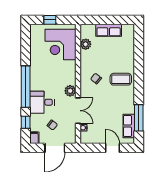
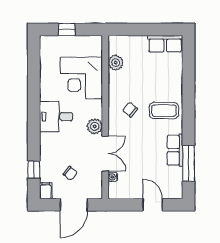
row of seats: (109, 30) -> (165, 44), moved
corner desk: (60, 44) -> (81, 78), moved
window: (26, 87) -> (34, 121), removed
desk: (42, 102) -> (56, 117), moved
row of seats: (129, 126) -> (175, 150), moved

